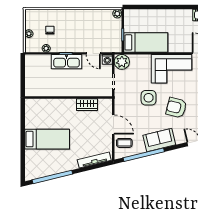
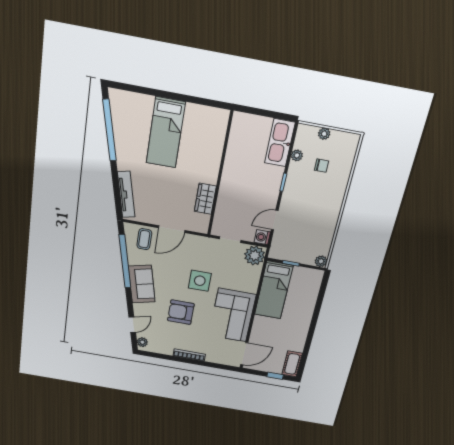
kitchen sink: (67, 62) -> (280, 143), moved
armchair: (176, 108) -> (181, 312), turned -104

